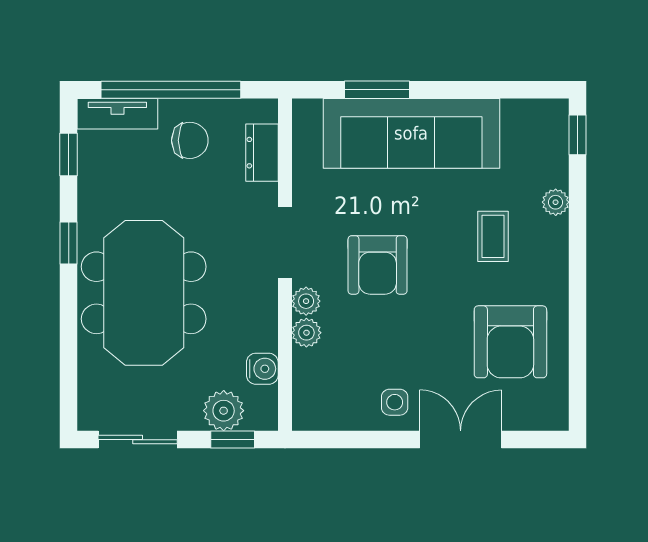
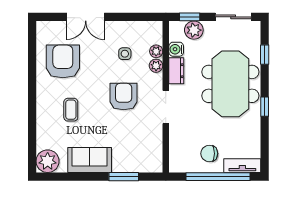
sofa: (411, 133) -> (90, 160), width x0.54, depth x0.79
window: (578, 135) -> (32, 156), removed
dresser: (262, 153) -> (176, 71), moved
window: (69, 155) -> (265, 55), moved
plant: (556, 202) -> (48, 161), moved, width x1.88, depth x1.88
plant: (306, 301) -> (156, 51), moved
side table: (395, 402) -> (125, 54), moved

